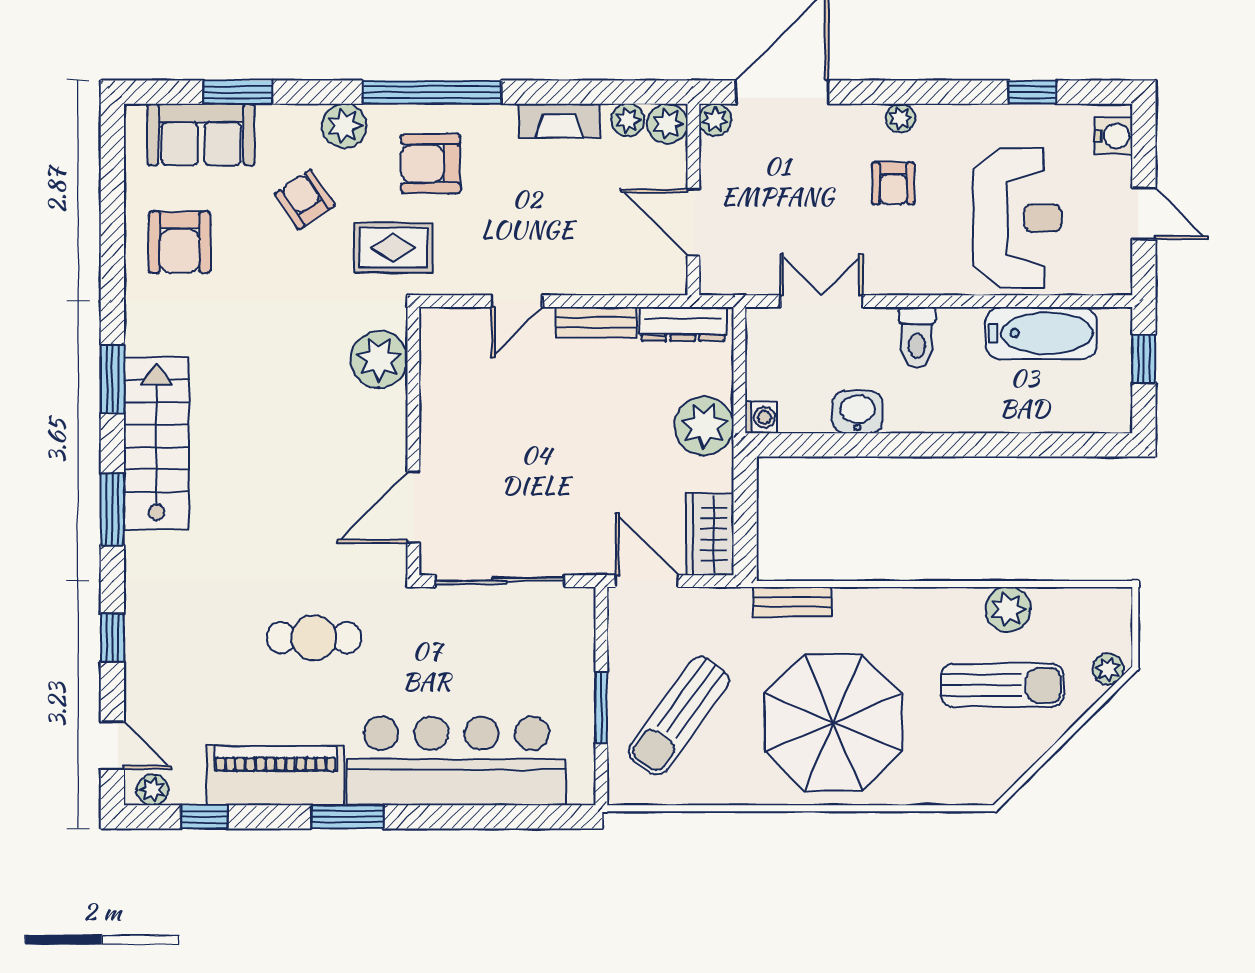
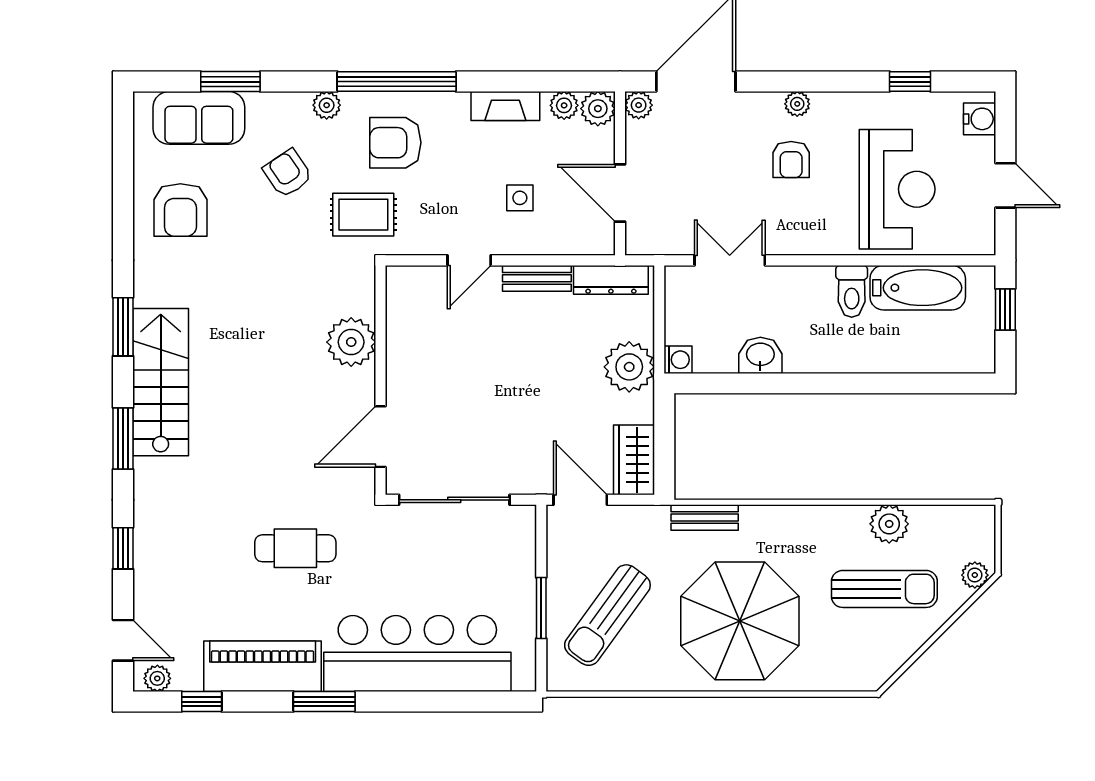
plant: (344, 126) -> (327, 105), width x0.73, depth x0.73
side table: (576, 228) -> (520, 198), added
toilet: (917, 337) -> (852, 291), moved
plant: (379, 359) -> (351, 342), moved

